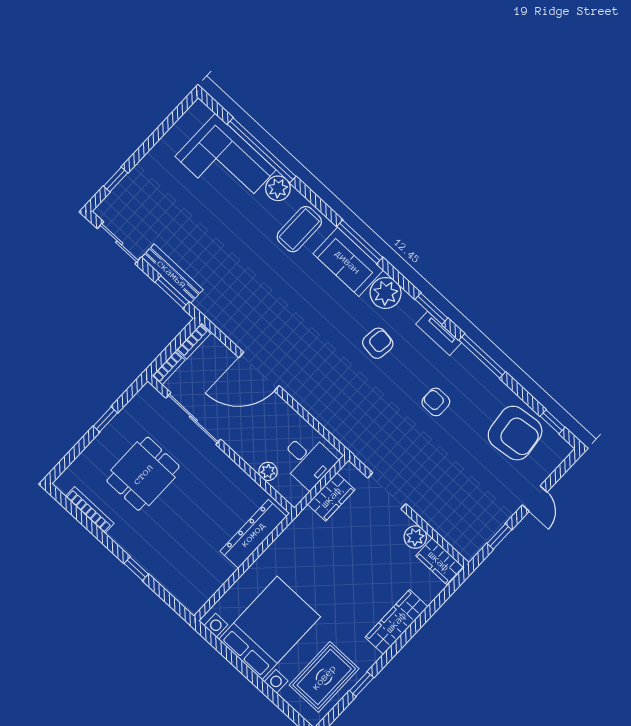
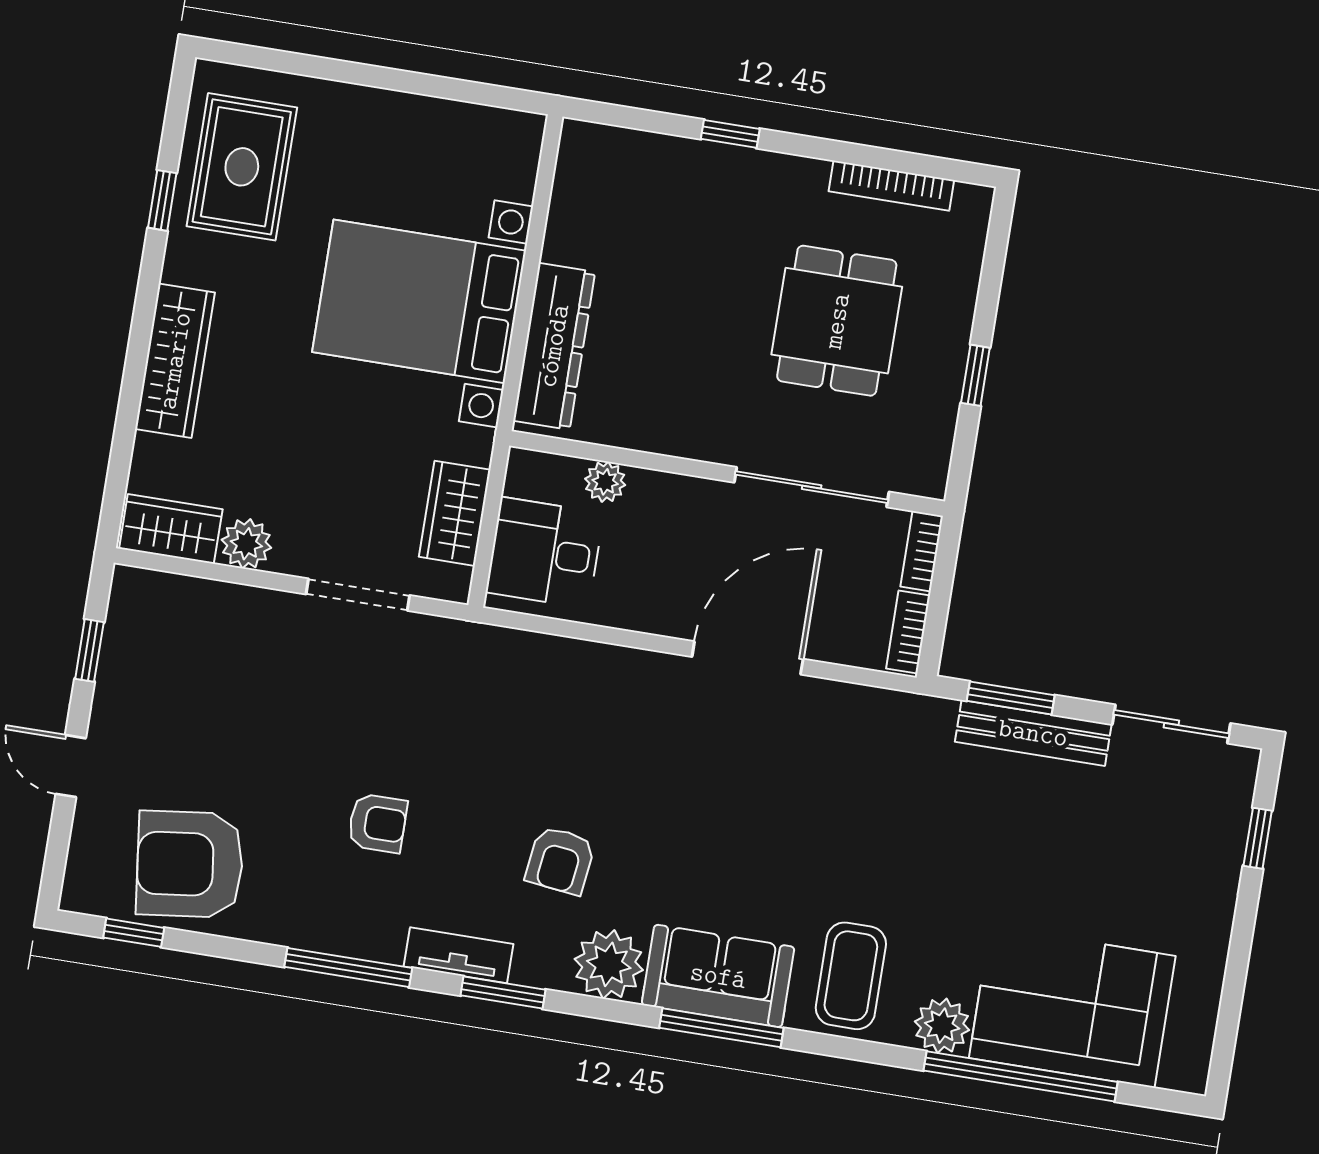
bed with nightstands: (269, 628) -> (419, 301), moved, turned 90

